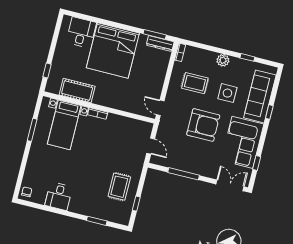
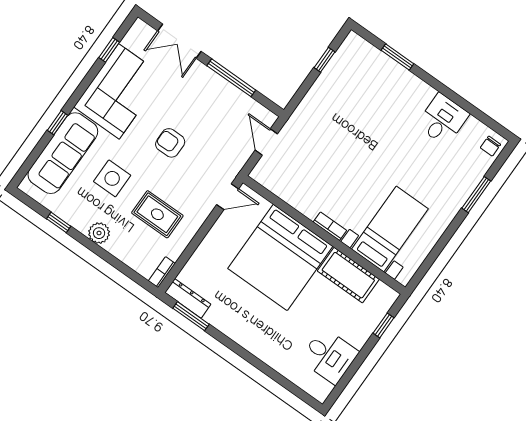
desk: (81, 32) -> (329, 356), moved, turned -90
bed: (113, 50) -> (280, 257), moved, turned 180
door: (160, 108) -> (228, 197), hinge flipped
armchair: (203, 125) -> (170, 143), width x0.53, depth x0.53
window: (32, 130) -> (476, 195), moved
double door: (230, 185) -> (179, 41), moved
rug: (119, 187) -> (341, 97), removed

